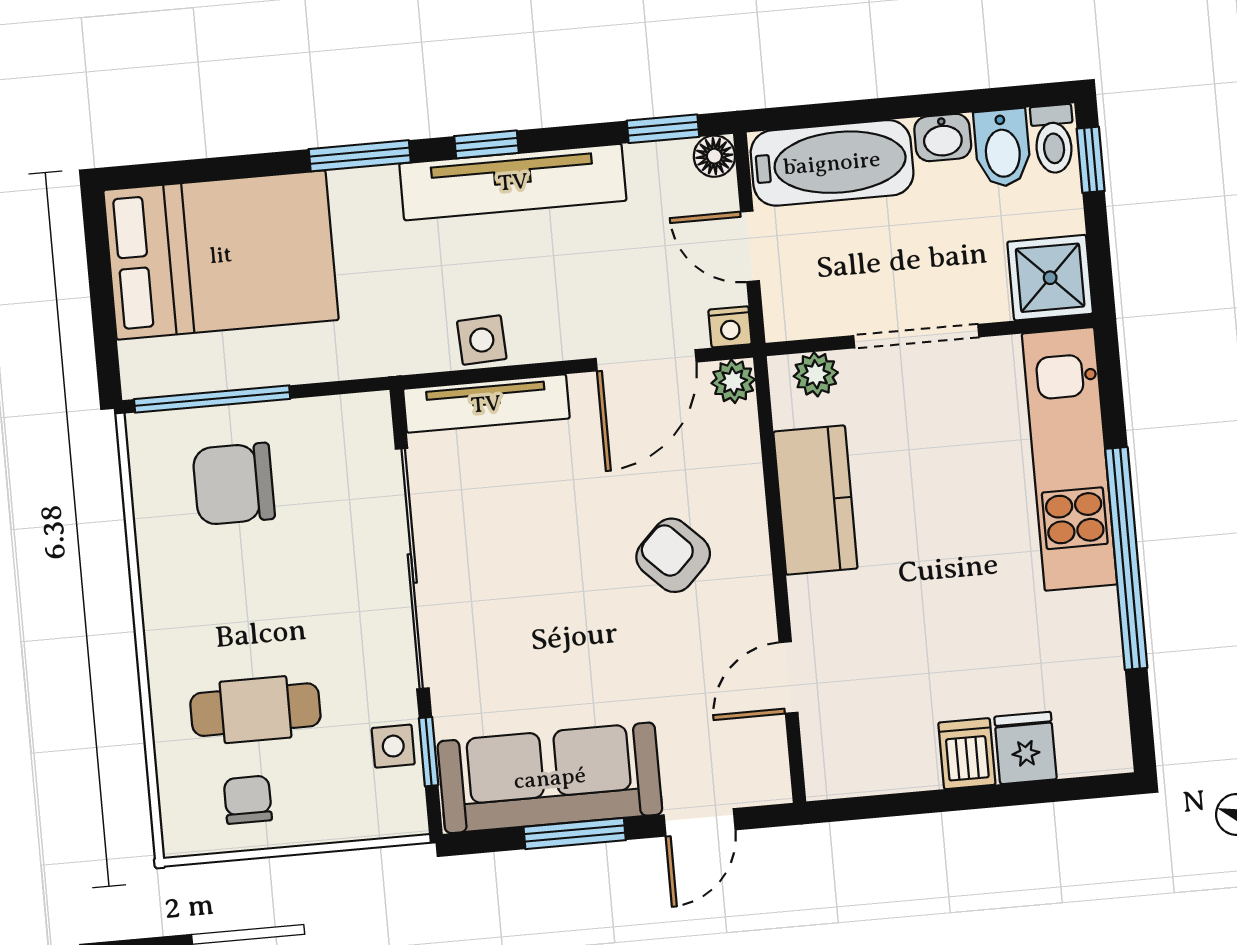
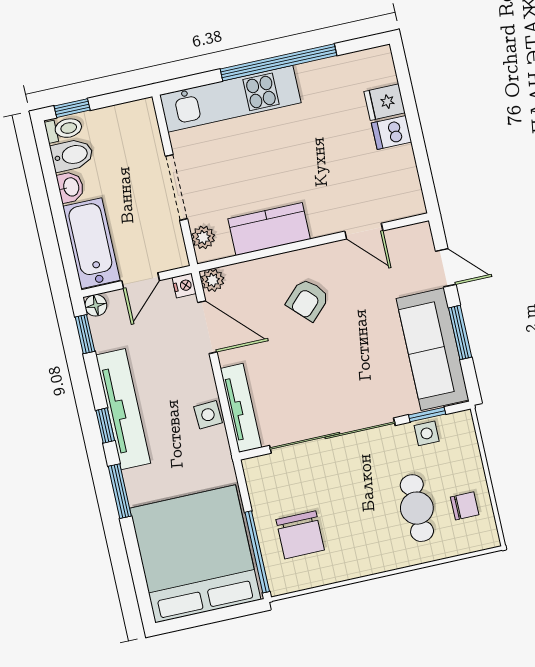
bed: (221, 255) -> (195, 554), width x1.36
shower: (1050, 278) -> (137, 121), removed
chair: (248, 800) -> (465, 506), turned 180

